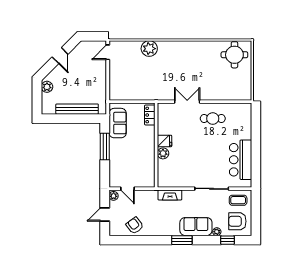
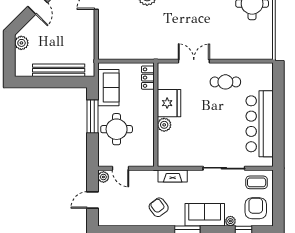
fridge: (164, 141) -> (169, 103), width x1.88, depth x1.34
round table: (124, 157) -> (117, 129), added
bar counter: (241, 160) -> (260, 124), width x1.36
armchair: (237, 221) -> (256, 208), turned 90
armchair: (135, 226) -> (159, 207), moved

